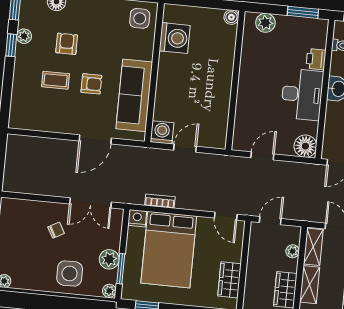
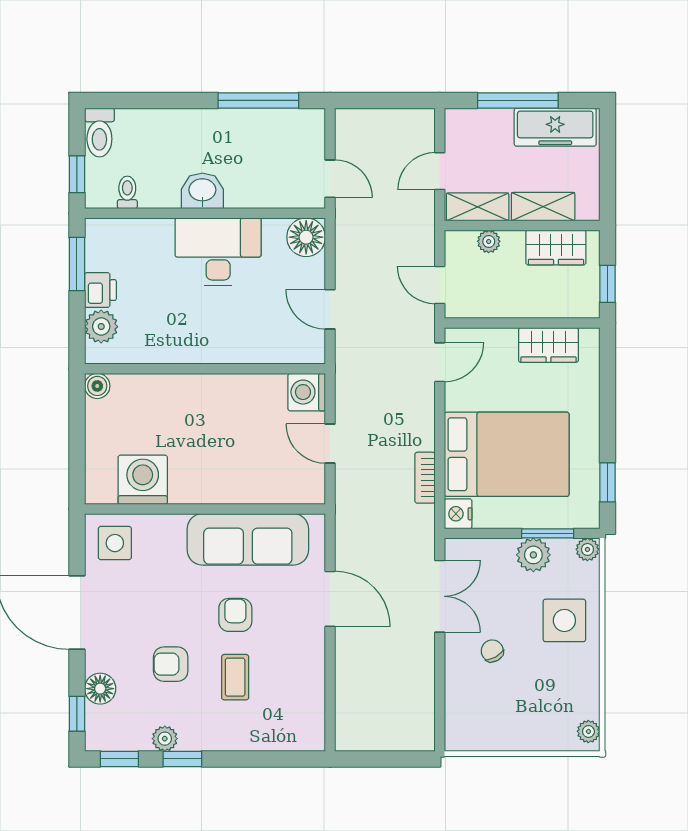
printer: (316, 59) -> (100, 290), moved, turned -90
washing machine: (162, 132) -> (307, 392), moved

